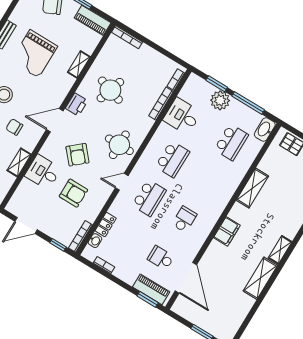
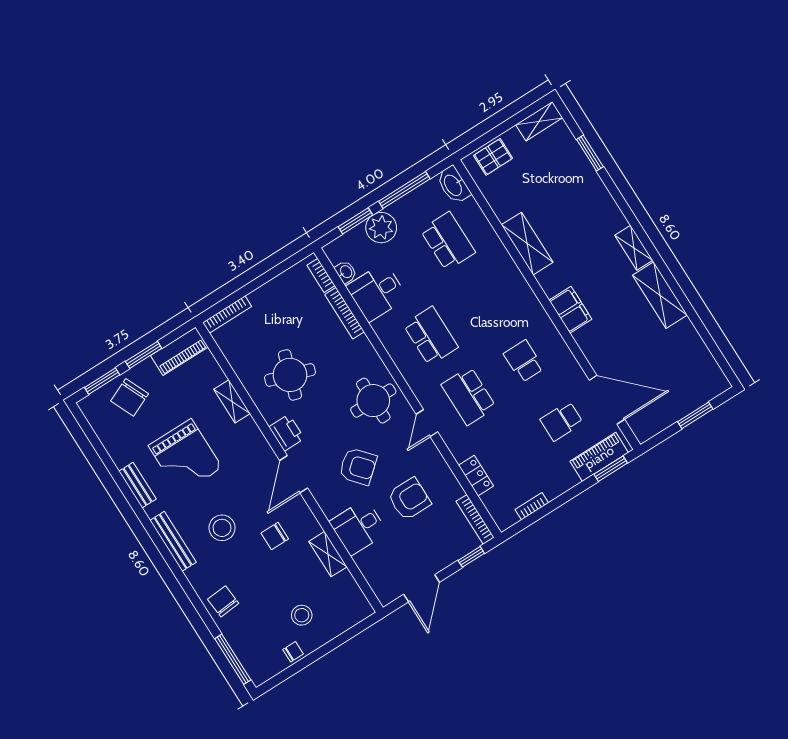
school desk: (149, 198) -> (469, 396), turned 180
washbasin: (95, 241) -> (346, 272), moved

